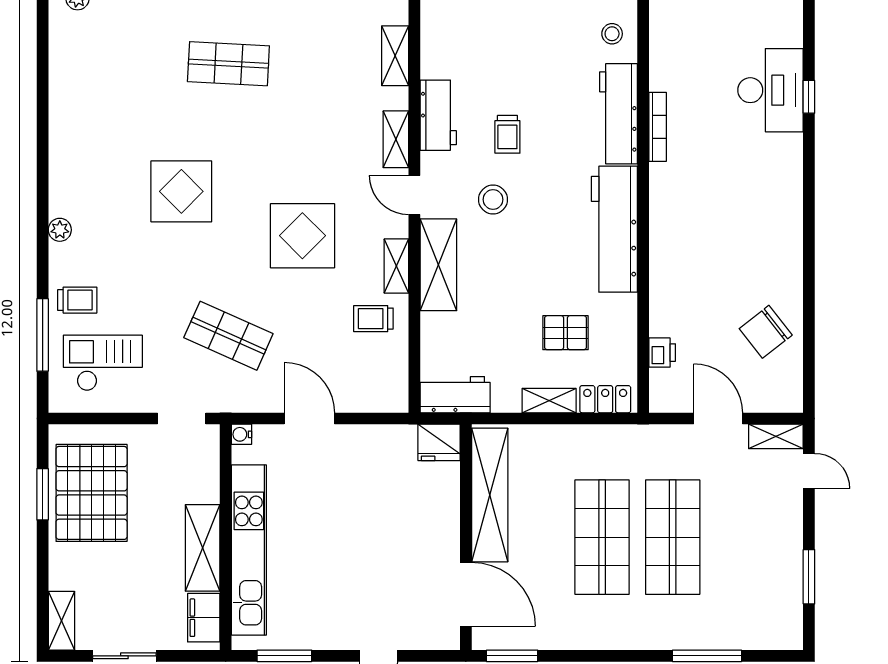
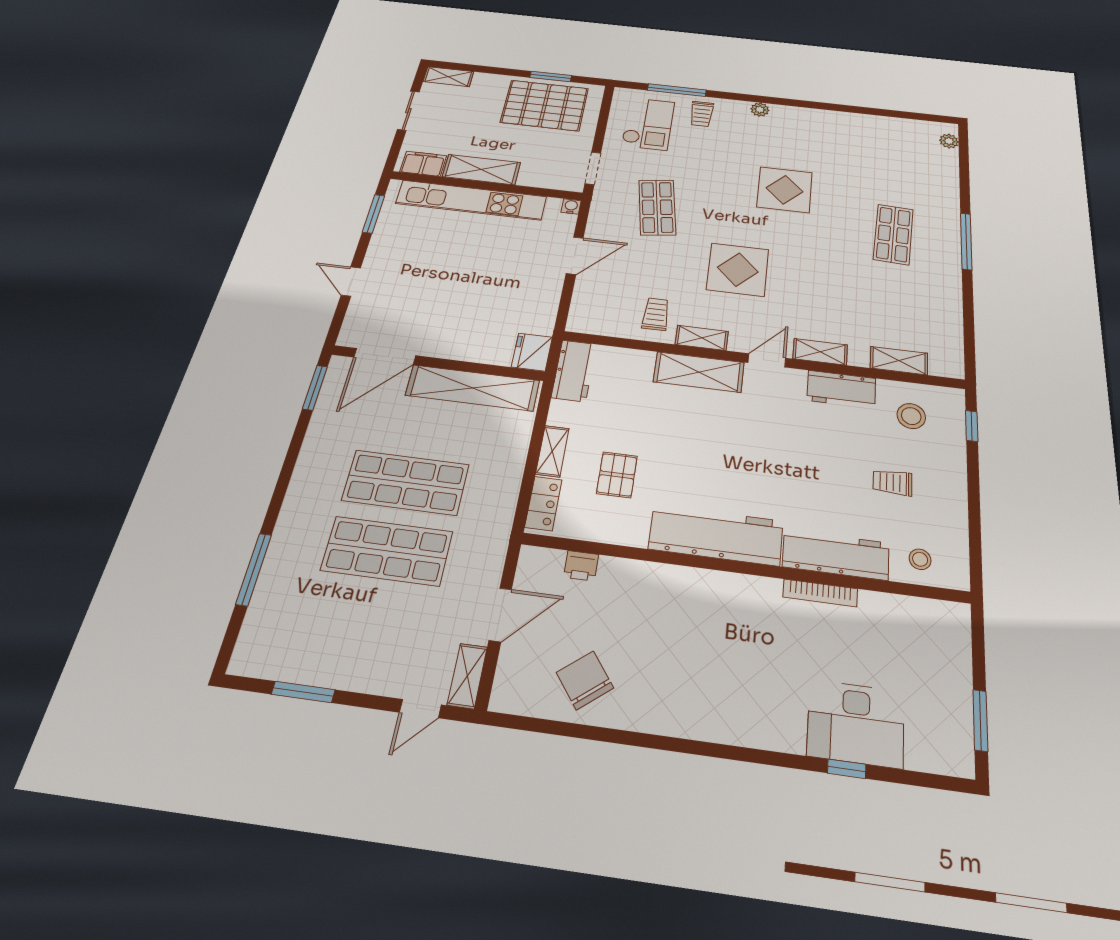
trolley: (507, 134) -> (893, 482), moved
stool: (493, 200) -> (911, 416), moved
shop shelf: (228, 336) -> (657, 207), turned -33

